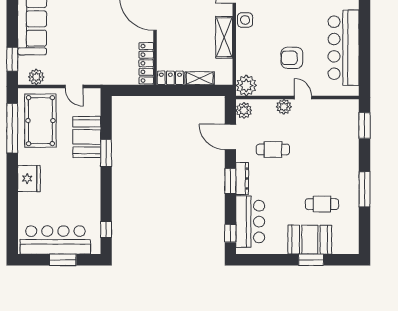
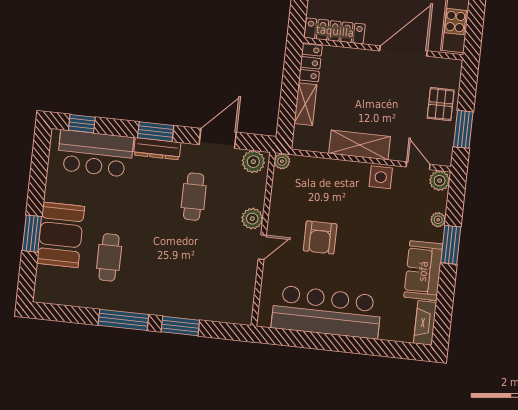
armchair: (292, 58) -> (320, 237), turned 180
plant: (246, 85) -> (282, 161), width x0.53, depth x0.53
window: (364, 125) -> (180, 326), moved

